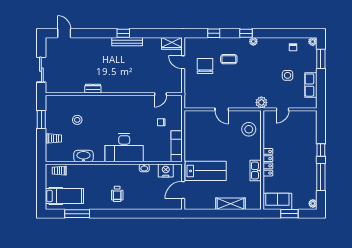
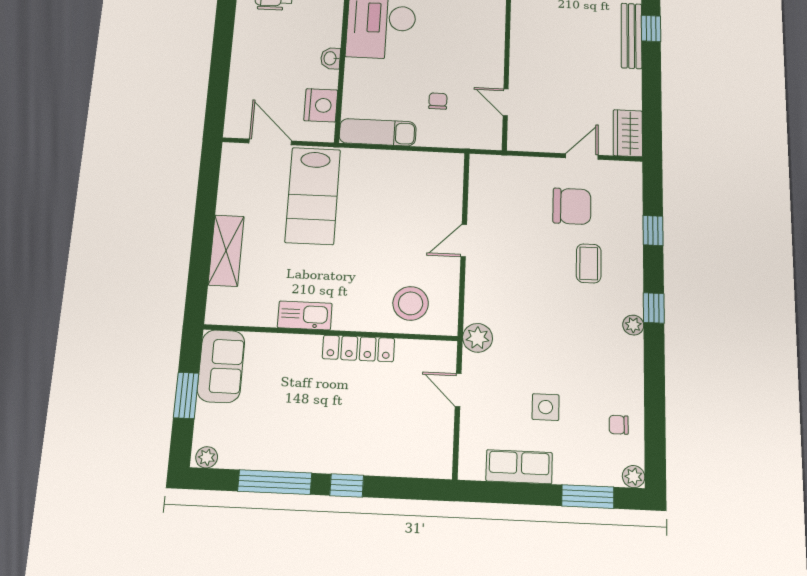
locker: (268, 162) -> (358, 349), moved

